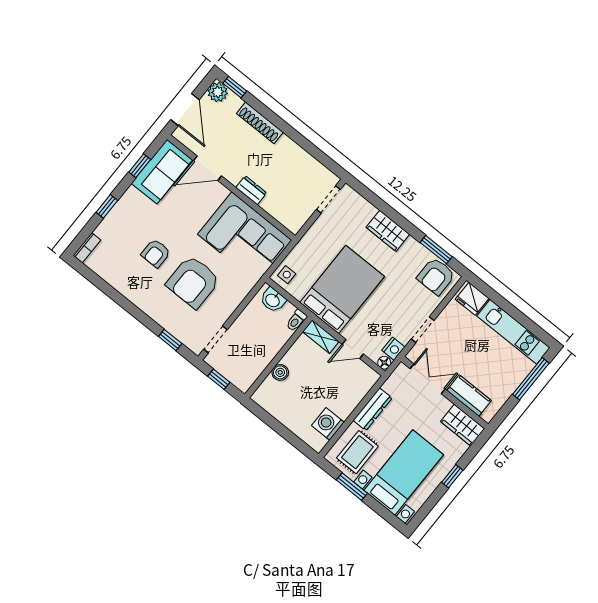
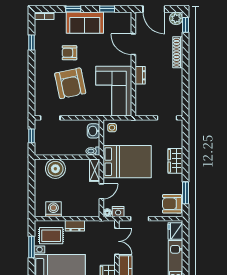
door: (185, 110) -> (154, 9), hinge flipped
sofa: (162, 172) -> (85, 23), moved
armchair: (193, 282) -> (70, 83), turned -102
window: (170, 340) -> (31, 43), moved
door: (353, 349) -> (101, 191), swing flipped
boiler: (280, 372) -> (55, 169), width x1.86, depth x1.86
dresser: (373, 409) -> (75, 226), width x0.70

